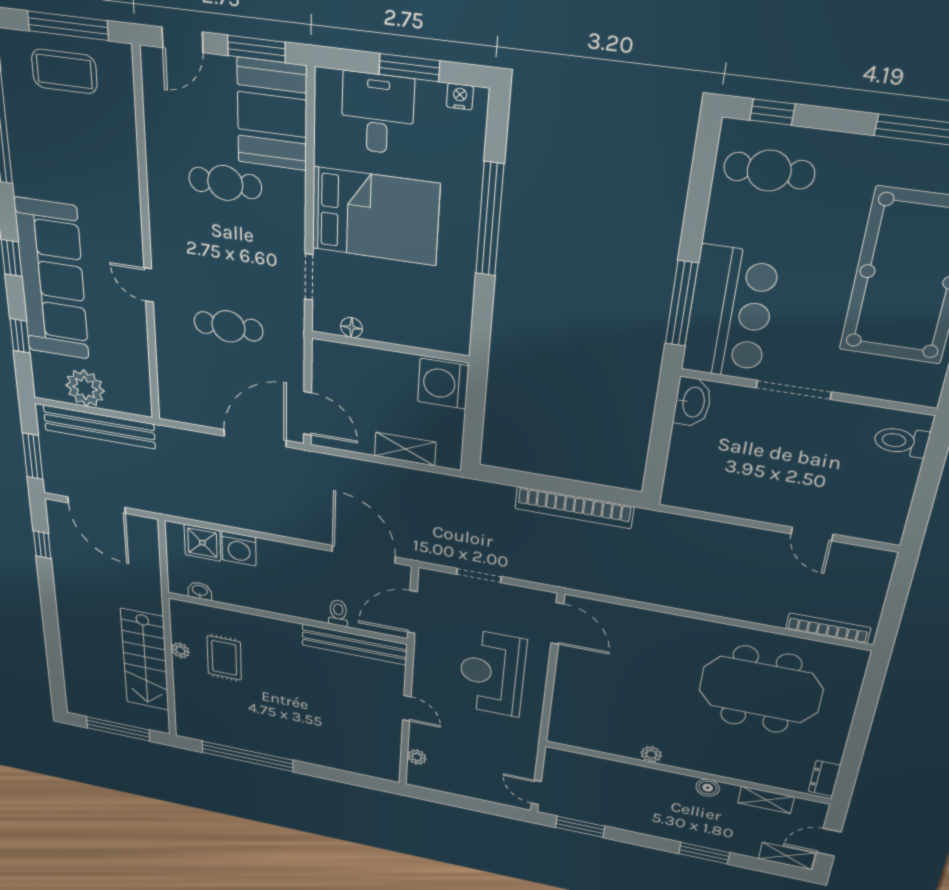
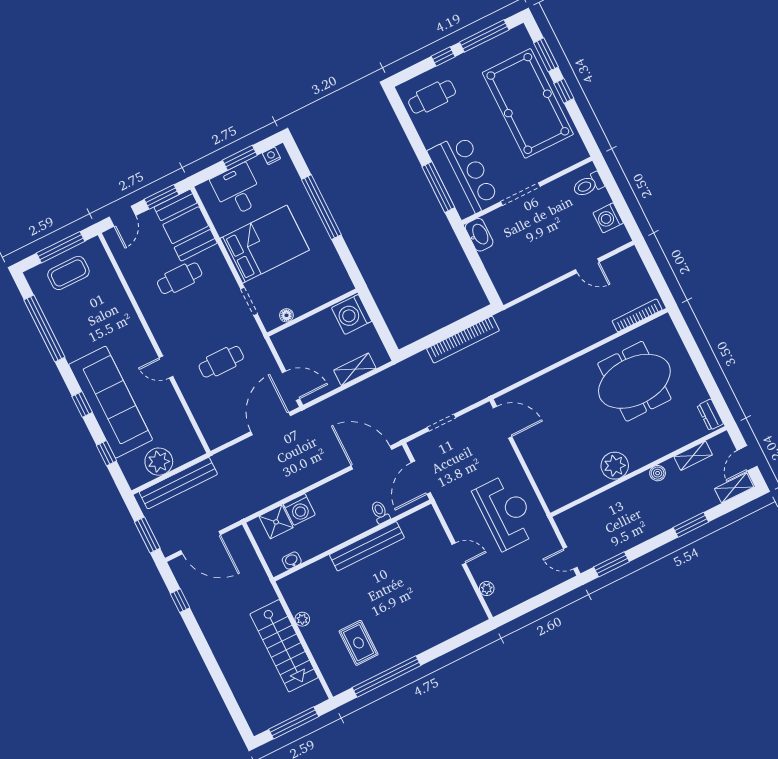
window: (772, 112) -> (443, 56), moved
washing machine: (892, 499) -> (608, 218), added
bench: (354, 645) -> (367, 546), moved
rug: (224, 658) -> (359, 643), moved
reception desk: (492, 673) -> (506, 512), moved, turned 180
plant: (651, 754) -> (615, 466), width x1.88, depth x1.88

